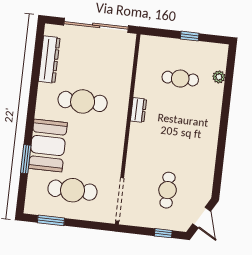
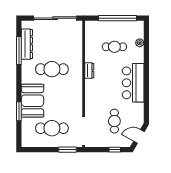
window: (190, 36) -> (117, 18), width x3.17
window: (36, 68) -> (19, 50), added
bar counter: (202, 136) -> (133, 83), added
door: (202, 217) -> (139, 136), swing flipped
window: (51, 220) -> (68, 150), moved

